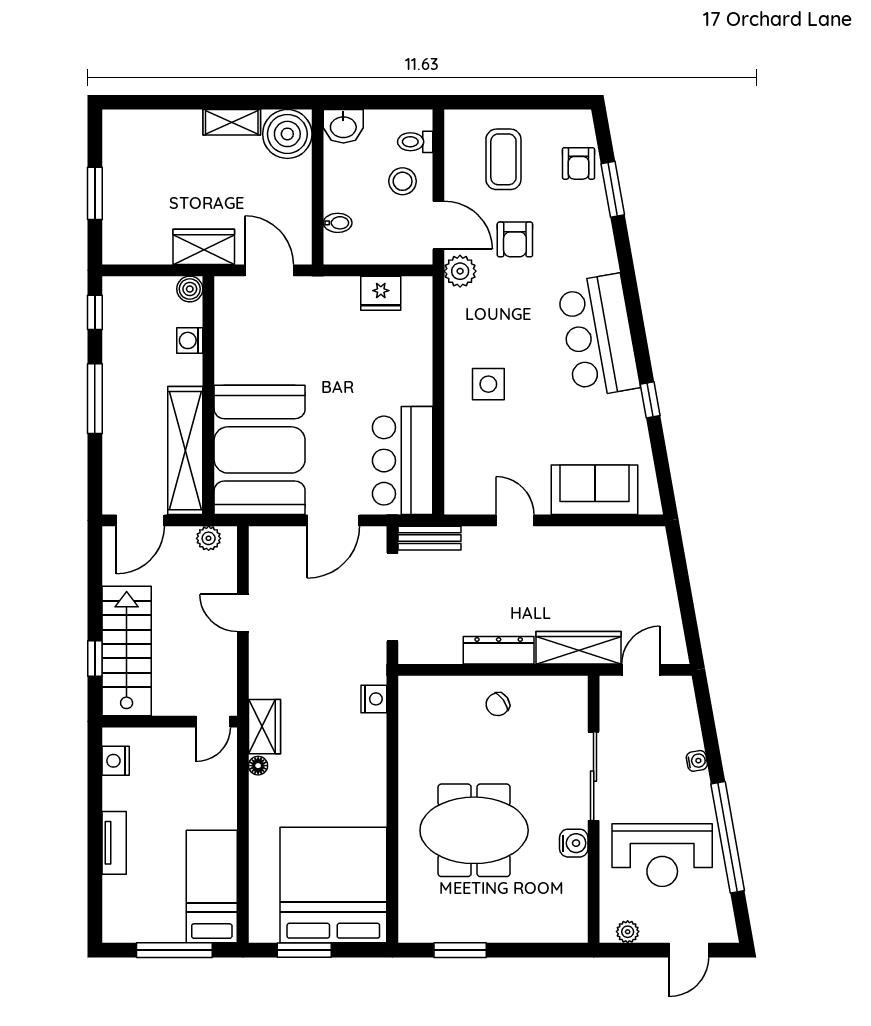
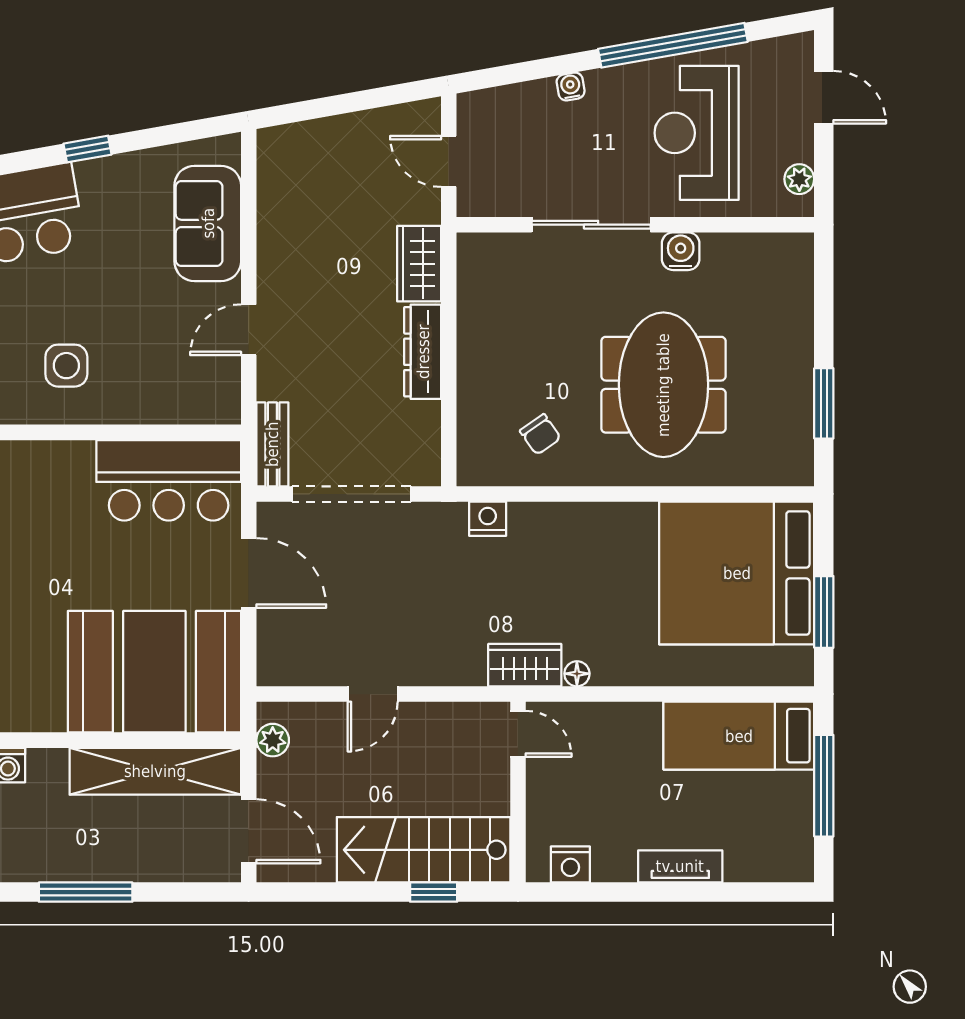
wardrobe: (579, 648) -> (419, 264), width x0.67
chair: (498, 704) -> (540, 434), moved
reception desk: (662, 855) -> (697, 133), turned 180

